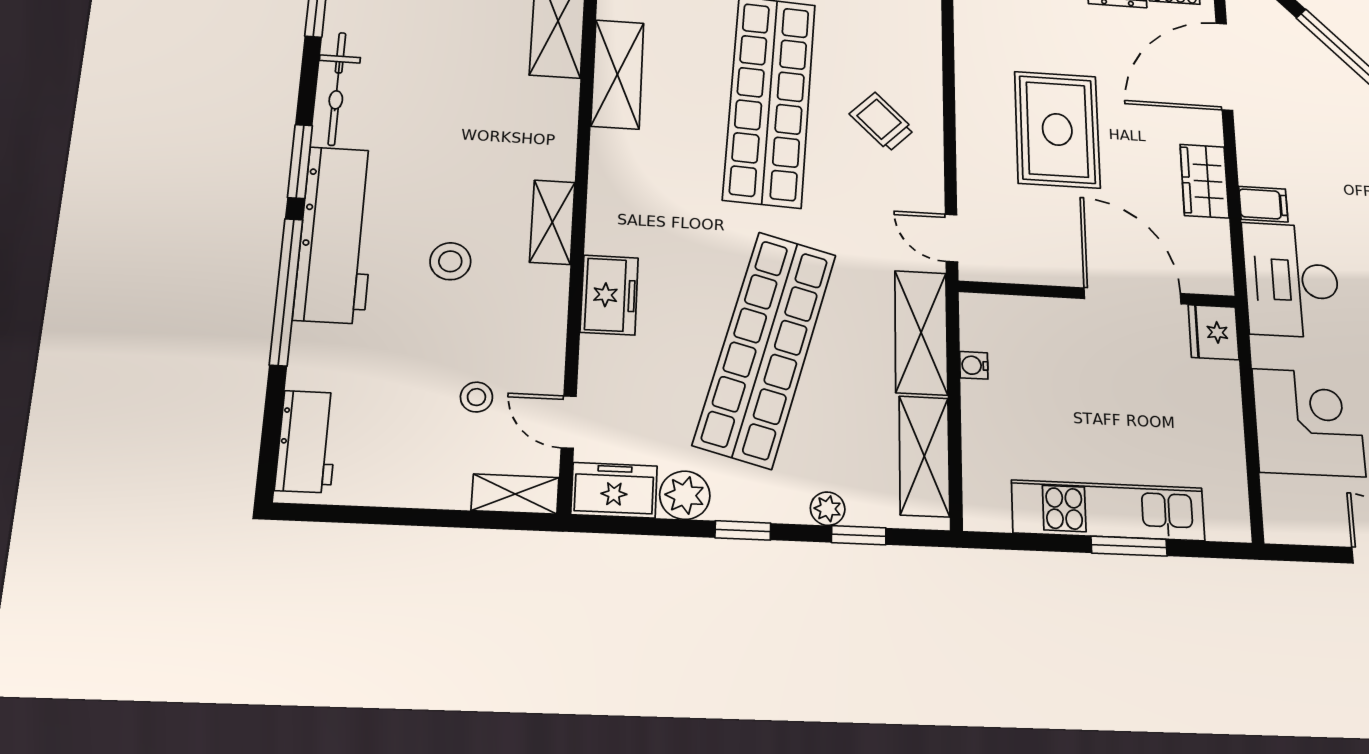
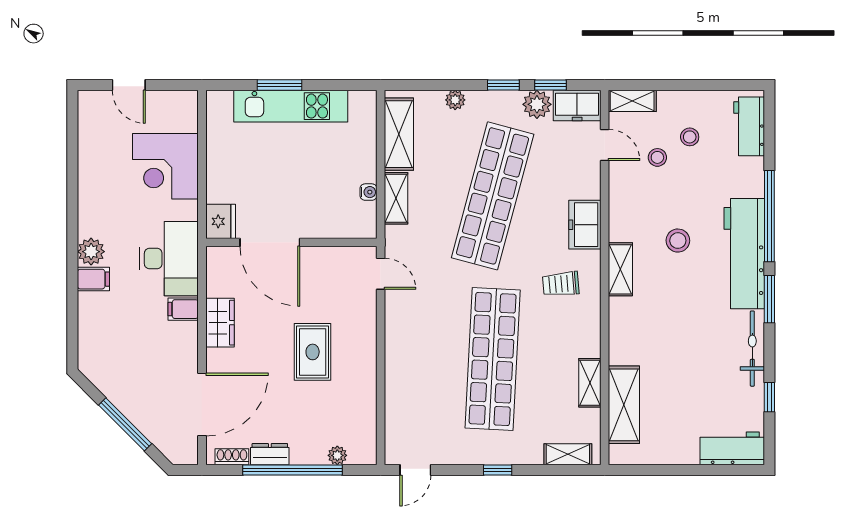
shelving: (617, 74) -> (590, 383), width x0.67, depth x0.75
trolley: (882, 122) -> (561, 284), moved, turned 130
rug: (1057, 129) -> (313, 352), width x0.73, depth x0.70
shelving: (921, 332) -> (396, 198), width x0.67, depth x0.75
stool: (416, 428) -> (690, 137), added
window: (859, 535) -> (551, 85), moved

